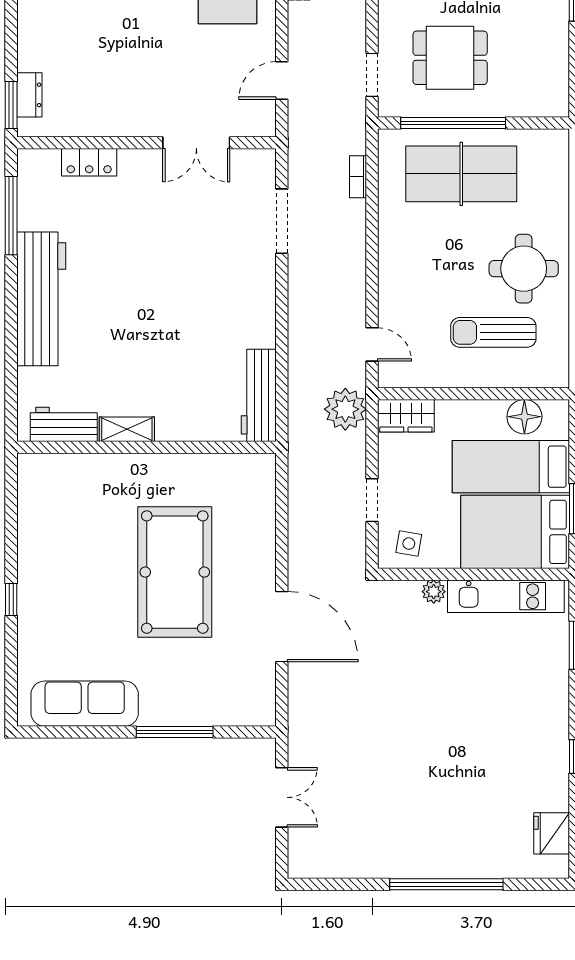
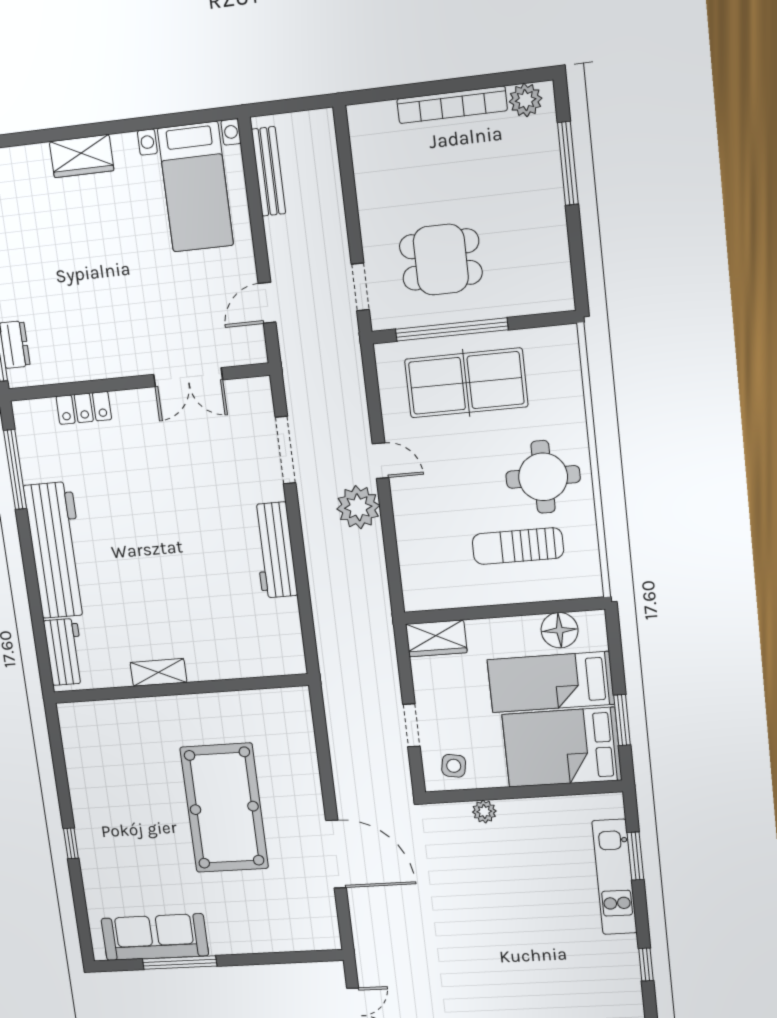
bookcase: (358, 177) -> (358, 396), removed
door: (372, 344) -> (381, 461), moved
workbench: (259, 395) -> (274, 550), moved
plant: (345, 409) -> (358, 507), moved
workbench: (64, 424) -> (65, 652), moved, turned 90
kitchen unit: (506, 596) -> (614, 877), moved, turned 90
window: (175, 732) -> (180, 962), moved

